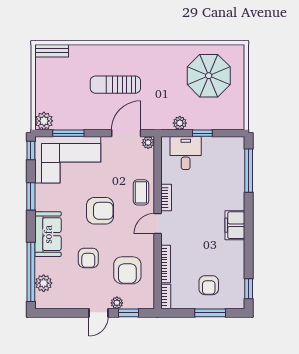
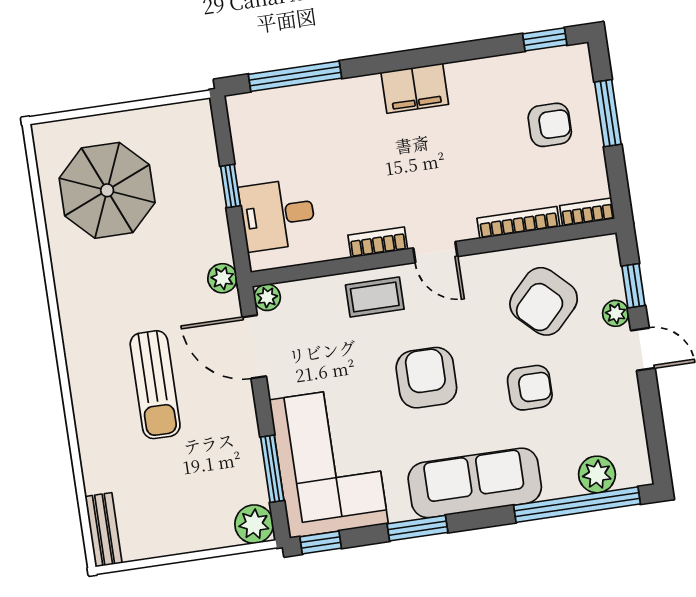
plant: (180, 123) -> (222, 278), moved
sofa: (48, 234) -> (475, 483), width x1.36
armchair: (127, 270) -> (544, 301), turned 134

